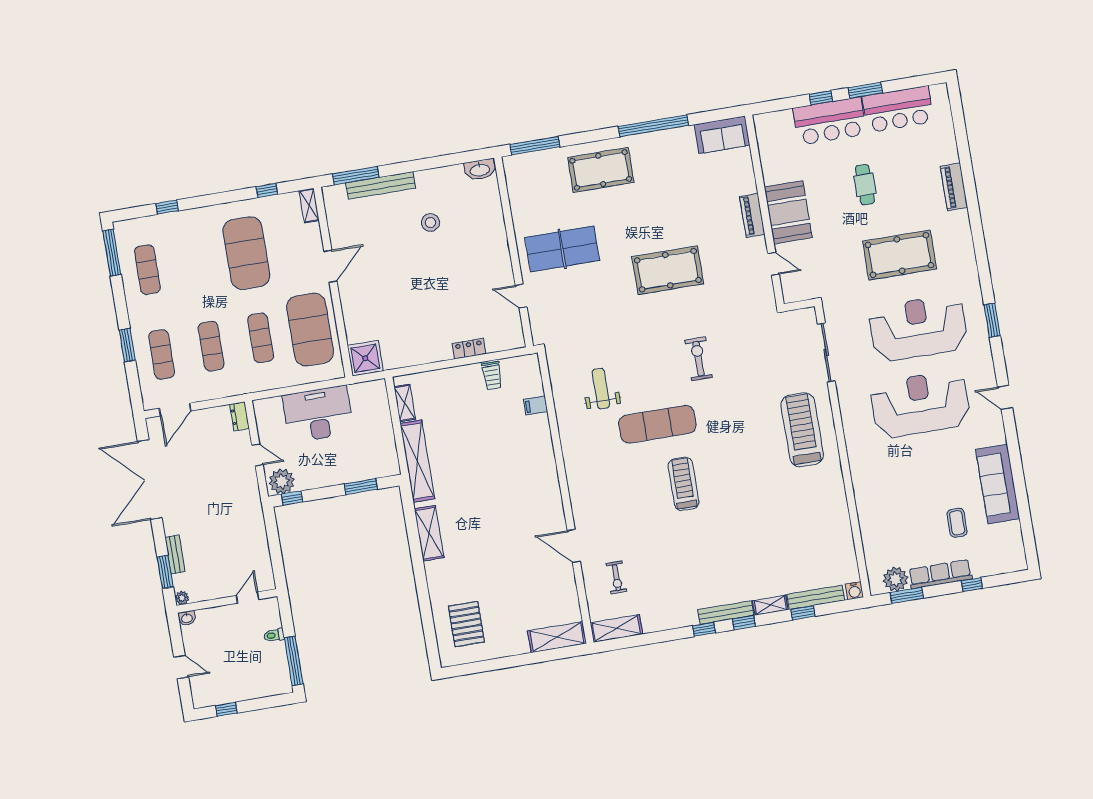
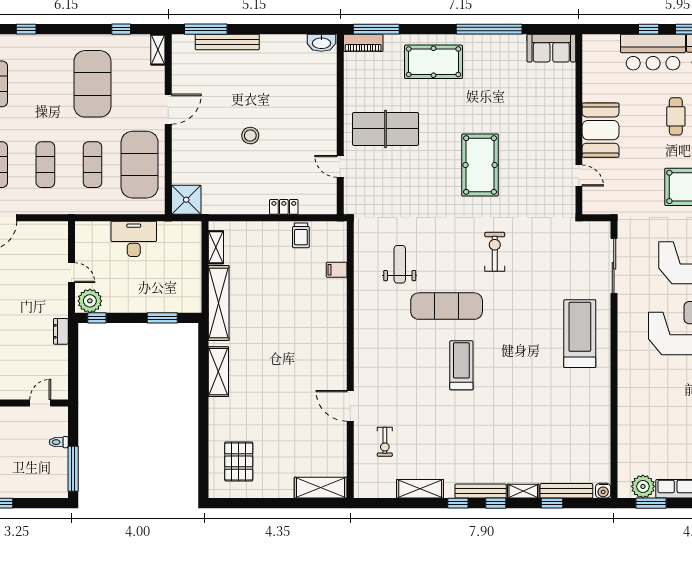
piano: (752, 215) -> (363, 43), moved, turned -90
stool: (430, 223) -> (250, 136), moved
pool table: (668, 270) -> (480, 165), turned 90
desk: (318, 414) -> (134, 239), width x0.73, depth x0.77
dresser: (240, 416) -> (61, 331), moved
shelving: (616, 628) -> (420, 489), moved

